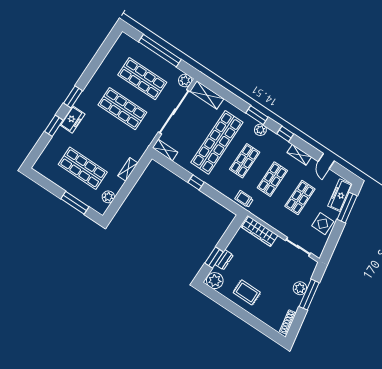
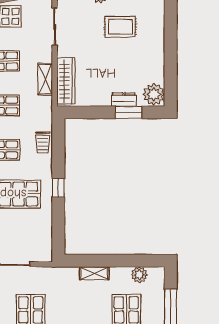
shelving: (165, 150) -> (45, 79), moved
trolley: (244, 199) -> (43, 143), moved
rug: (247, 292) -> (120, 27), moved, turned 90

